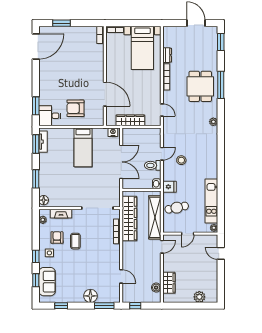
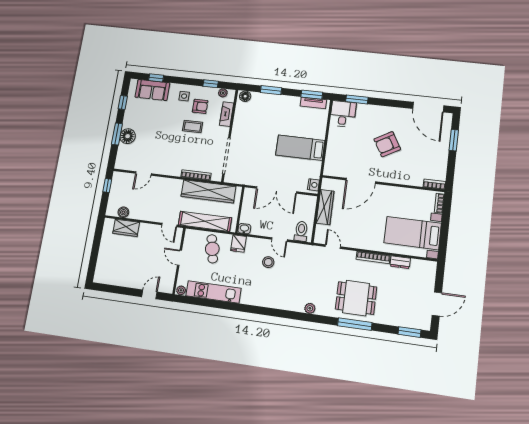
armchair: (75, 108) -> (387, 144), moved, turned -120
door: (162, 110) -> (333, 247), swing flipped
toilet: (153, 165) -> (301, 231), moved
window: (36, 256) -> (211, 84), moved
plant: (199, 297) -> (103, 262), removed
window: (104, 306) -> (117, 134), moved

